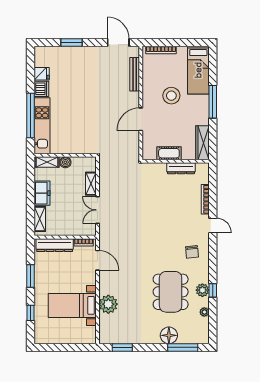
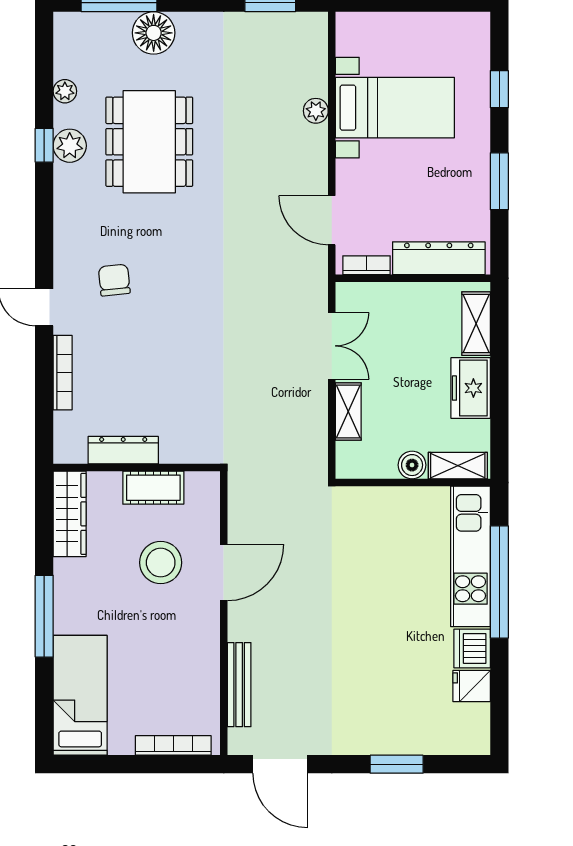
stool: (171, 96) -> (161, 563), moved
chair: (192, 252) -> (114, 280), moved
plant: (108, 304) -> (316, 111), width x0.53, depth x0.53

